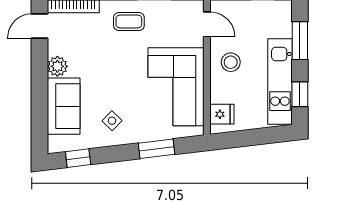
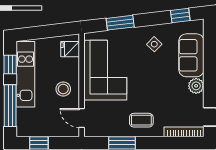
window: (300, 41) -> (10, 106), width x1.44

